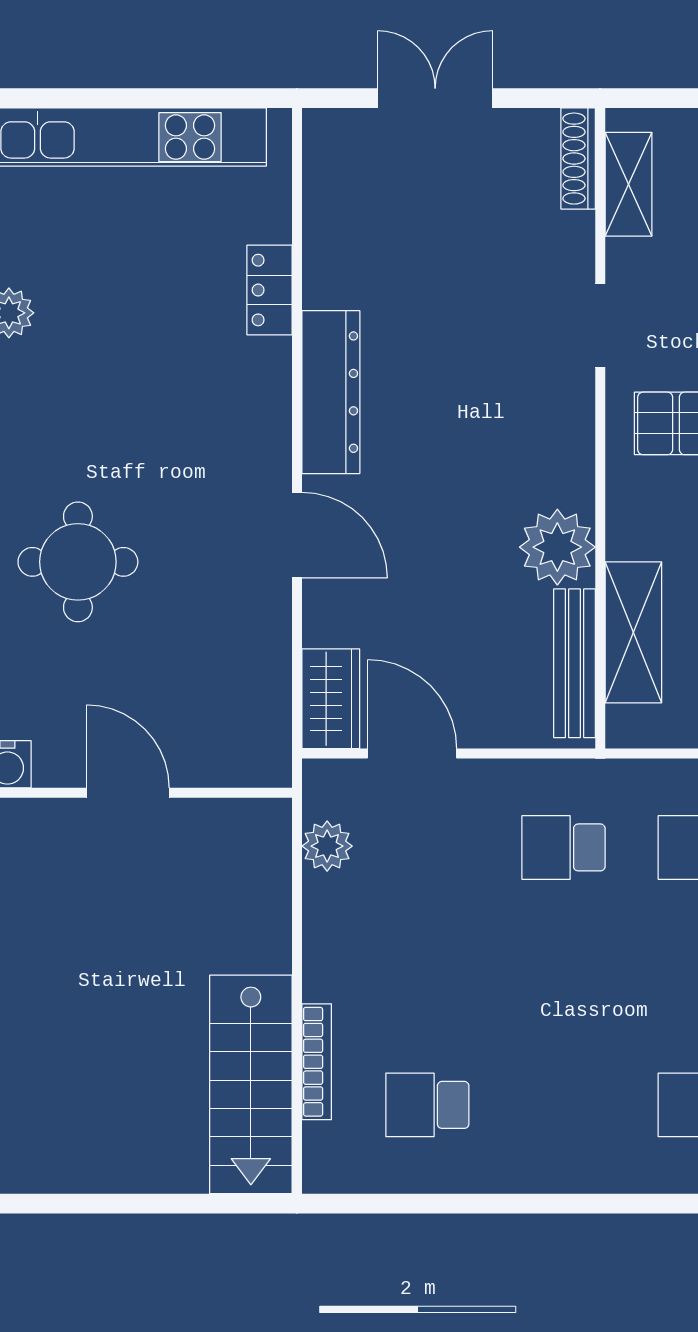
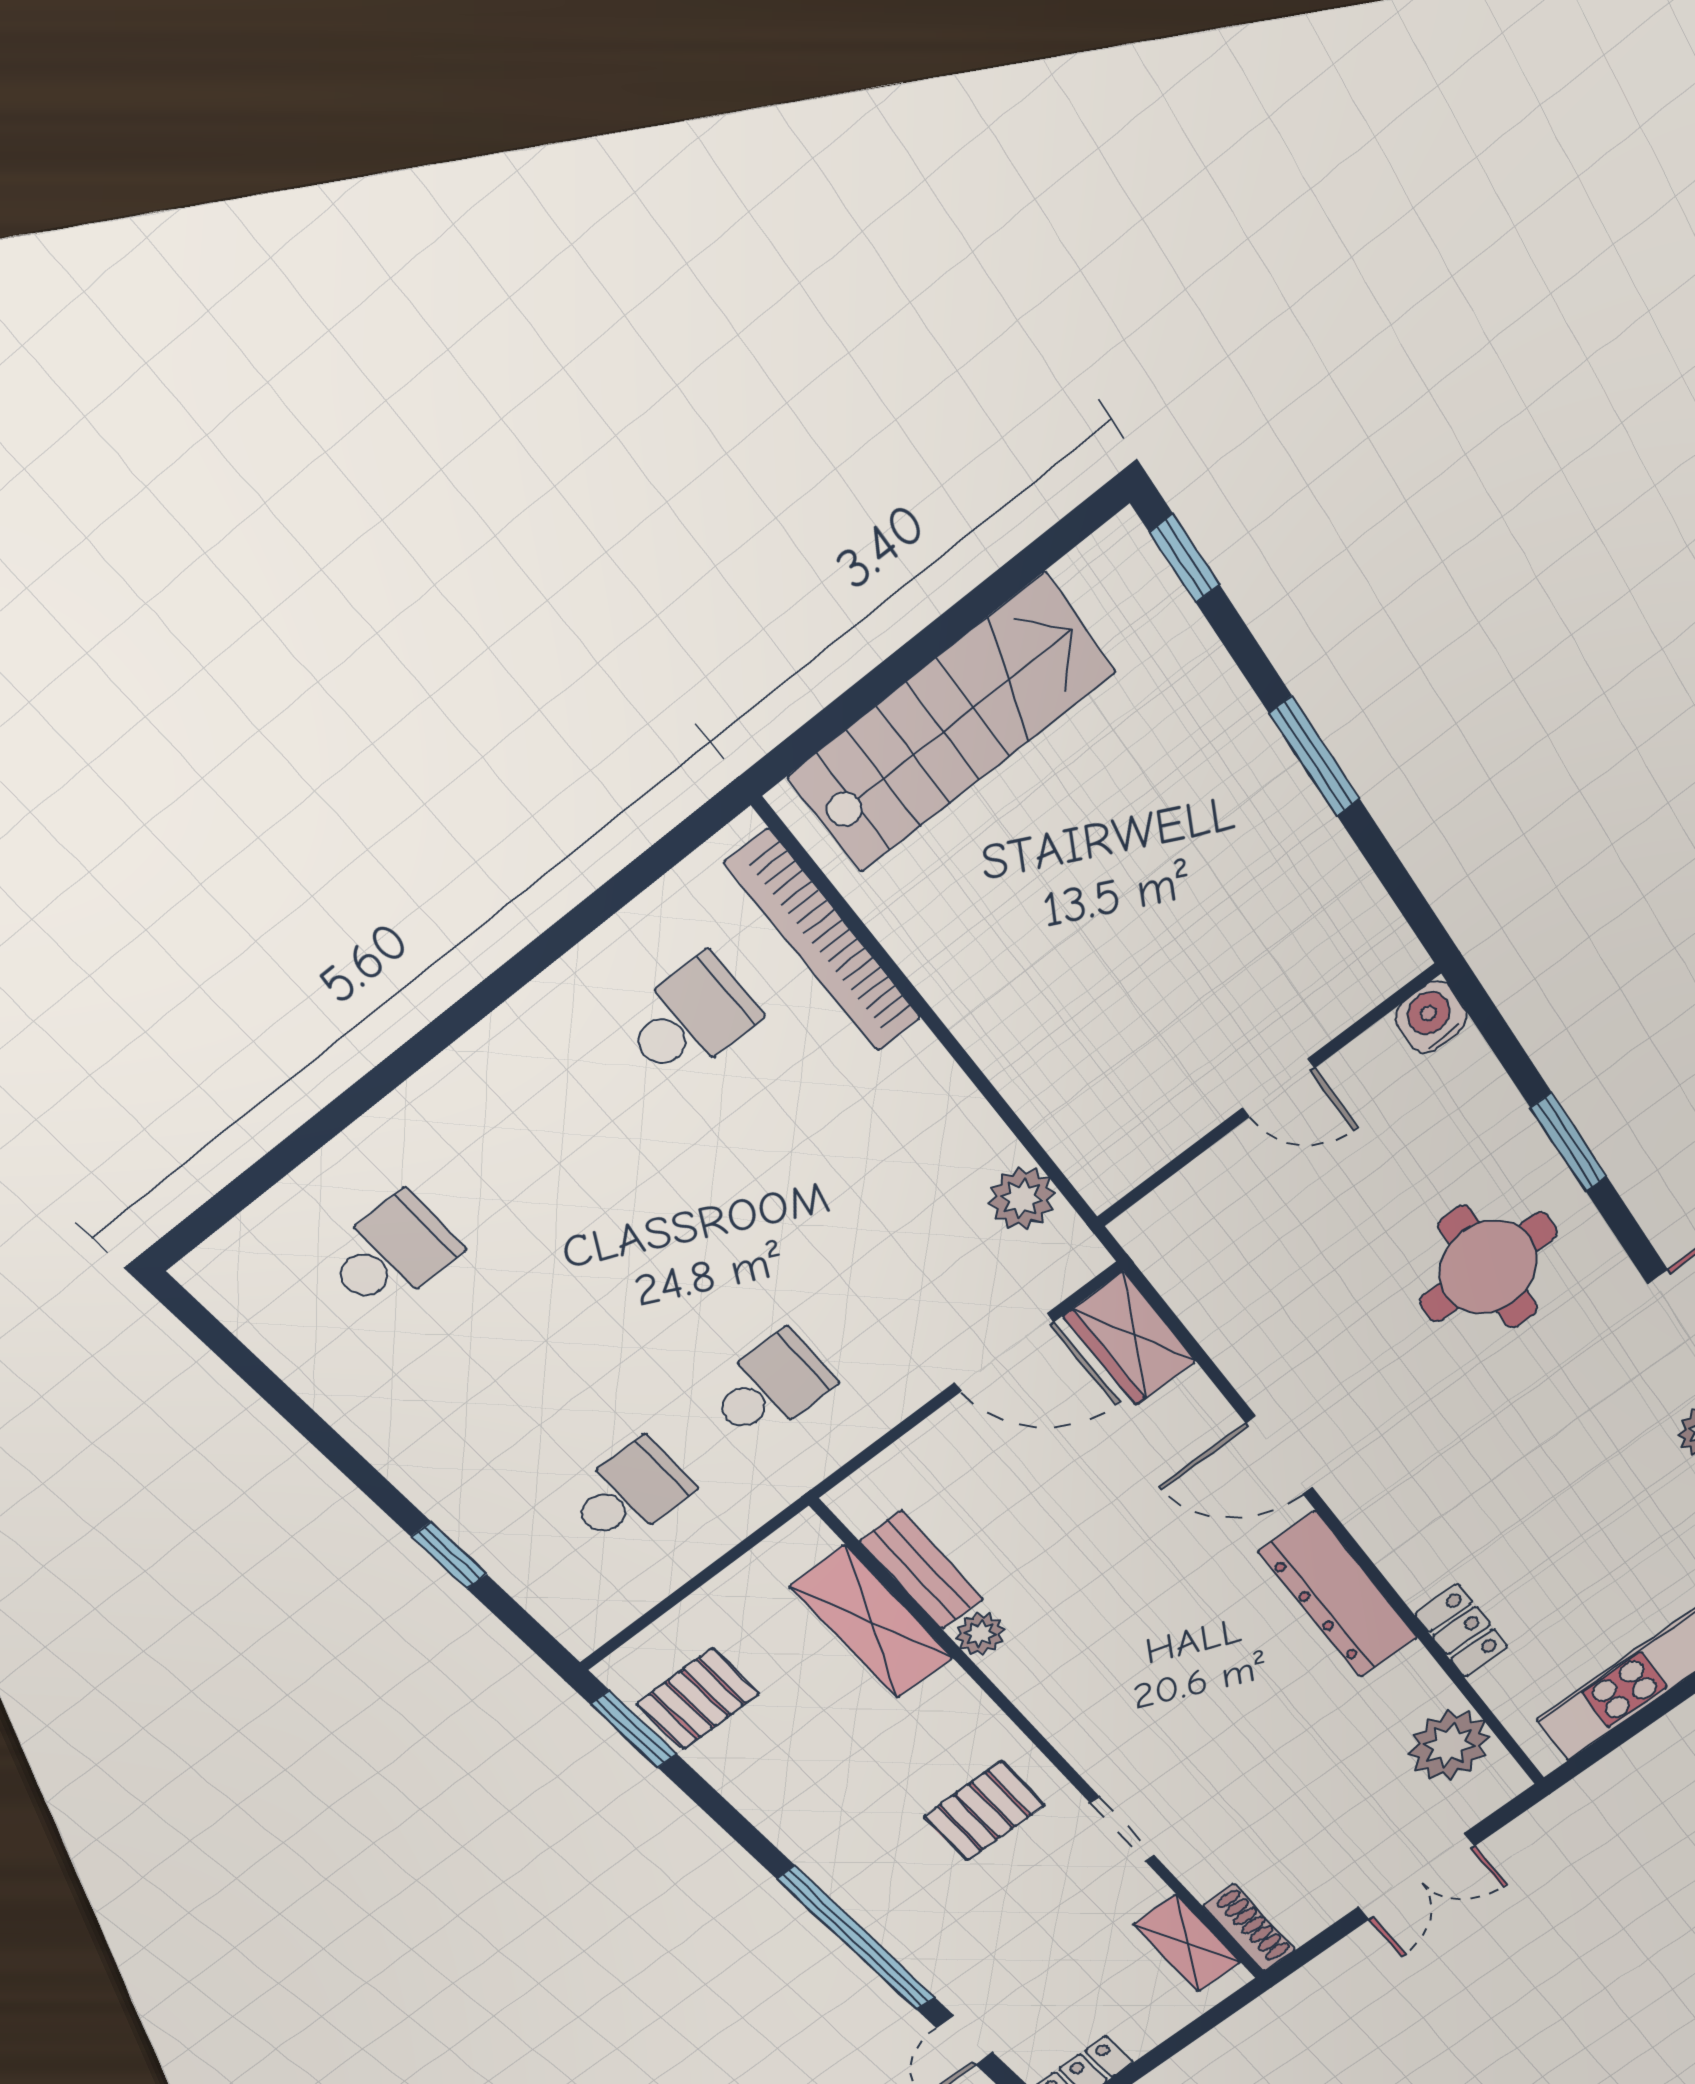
plant: (338, 197) -> (1449, 1745), added
plant: (557, 547) -> (980, 1634), width x0.53, depth x0.53
bench: (575, 663) -> (922, 1570), width x0.73
door: (128, 793) -> (1279, 1088), width x0.73
bookcase: (317, 1062) -> (824, 942), width x1.48, depth x1.31
stairs: (251, 1084) -> (952, 724), moved, turned 90

